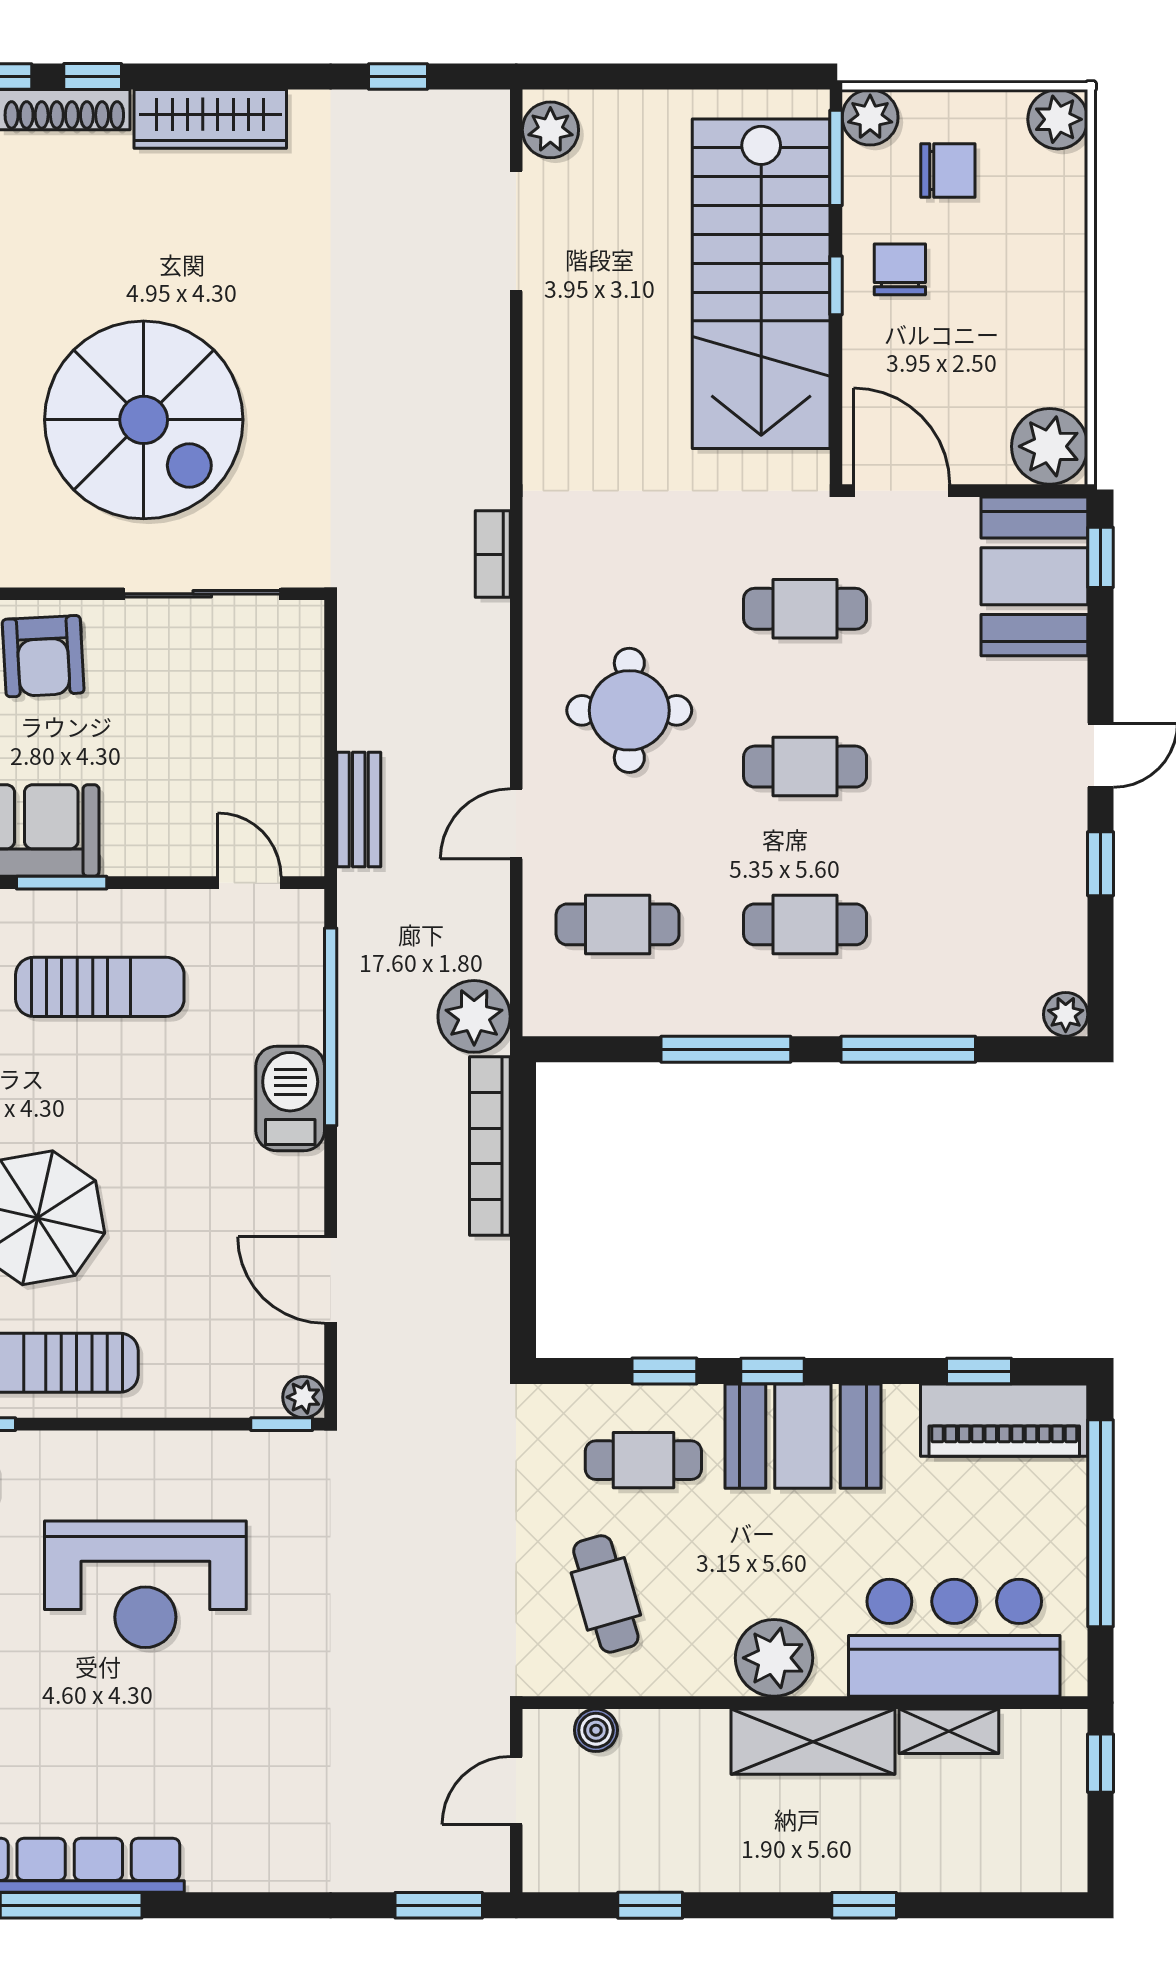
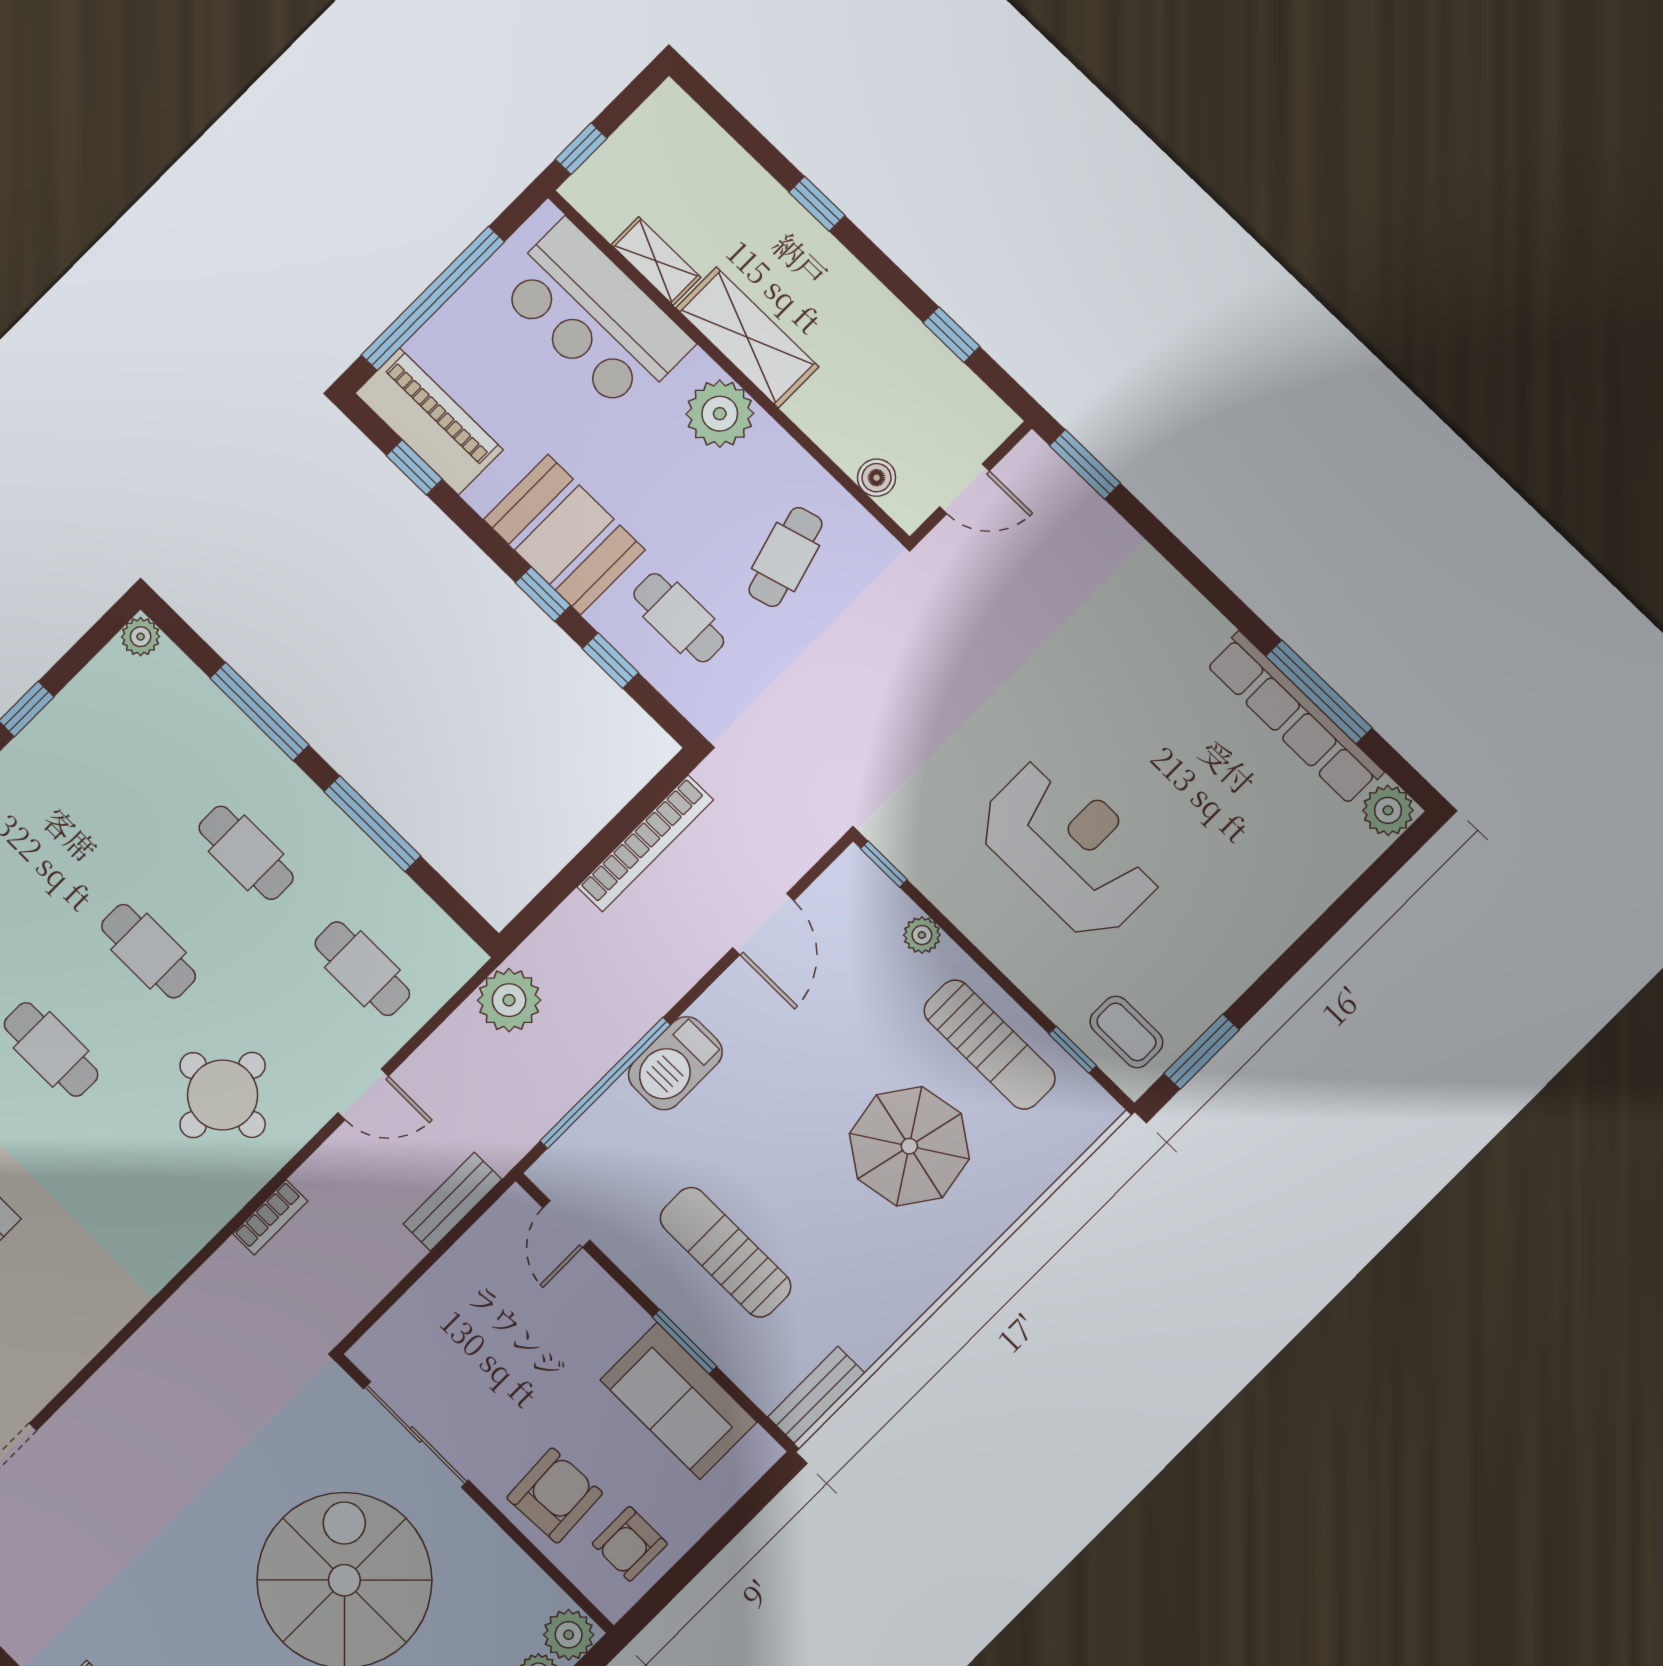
bookcase: (493, 554) -> (270, 1217), moved
bookcase: (490, 1146) -> (645, 843), moved
plant: (304, 1397) -> (922, 935), moved

